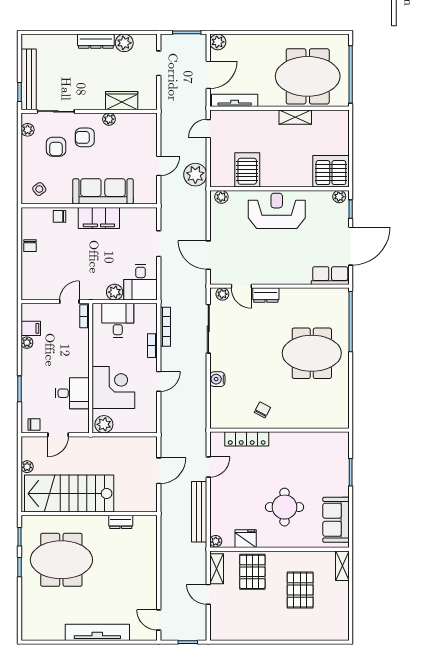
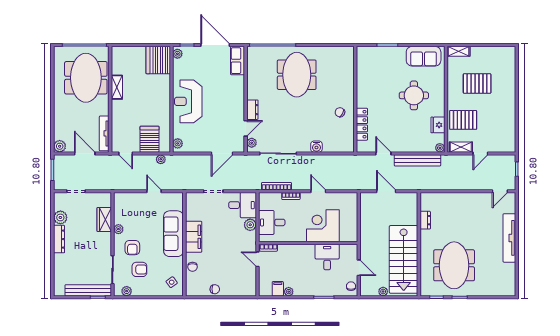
server rack: (247, 170) -> (150, 139), moved, turned 90
plant: (195, 175) -> (161, 159), width x0.53, depth x0.53
plant: (104, 424) -> (351, 233), removed

